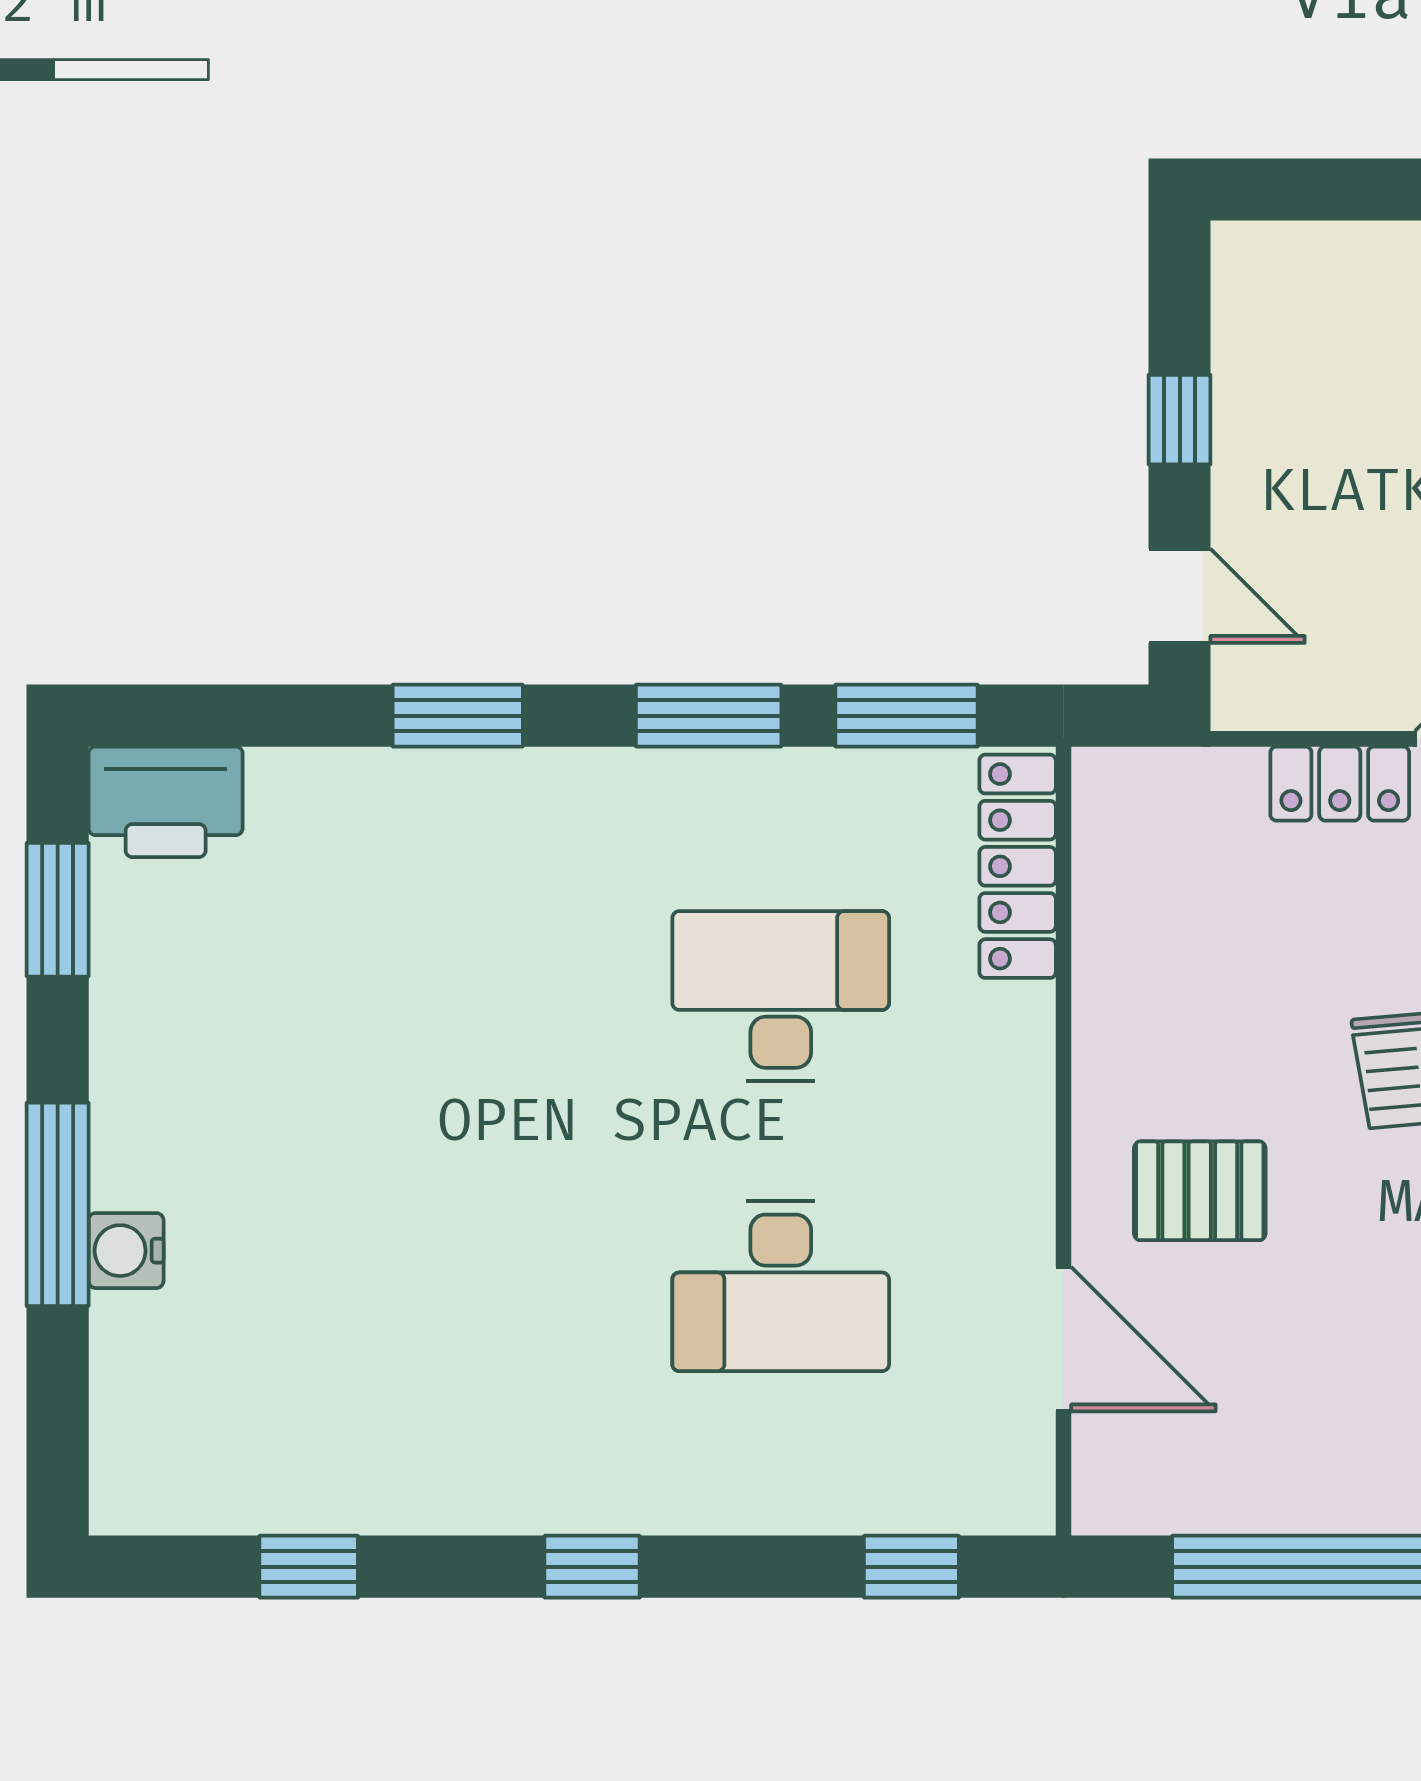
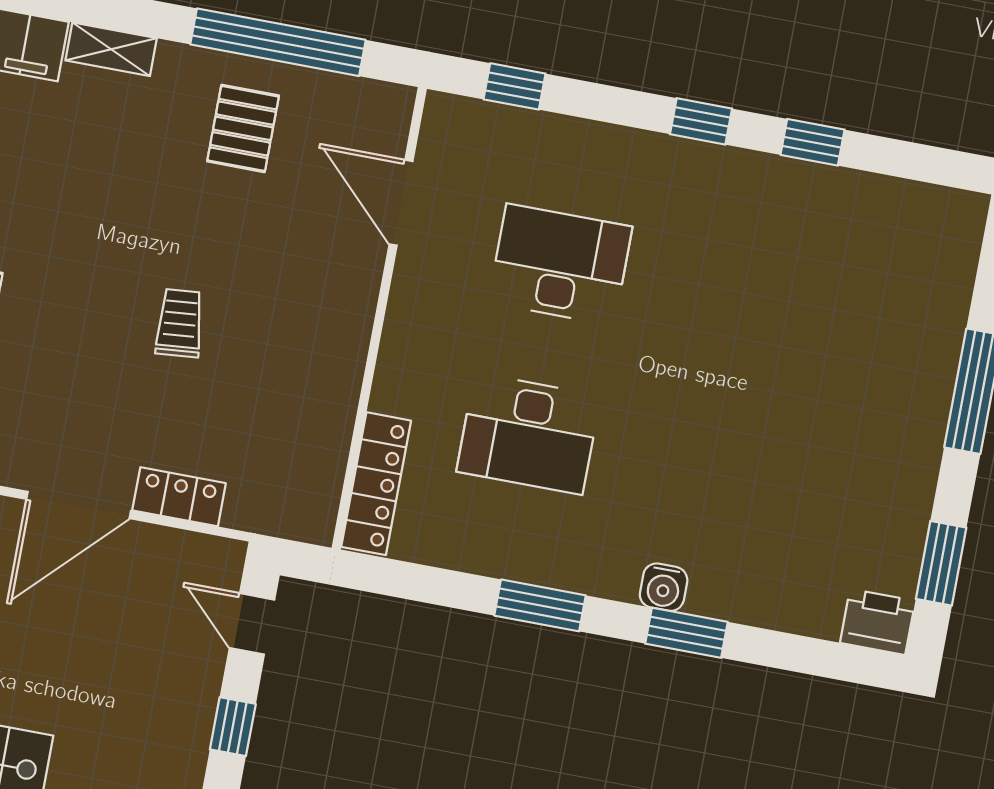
window: (906, 716) -> (425, 584), removed
printer: (166, 802) -> (878, 622), width x0.73, depth x0.84
pallet: (1200, 1191) -> (243, 128), moved, turned 90
water cooler: (126, 1251) -> (664, 587), moved, turned 90
window: (309, 1567) -> (813, 142), moved

